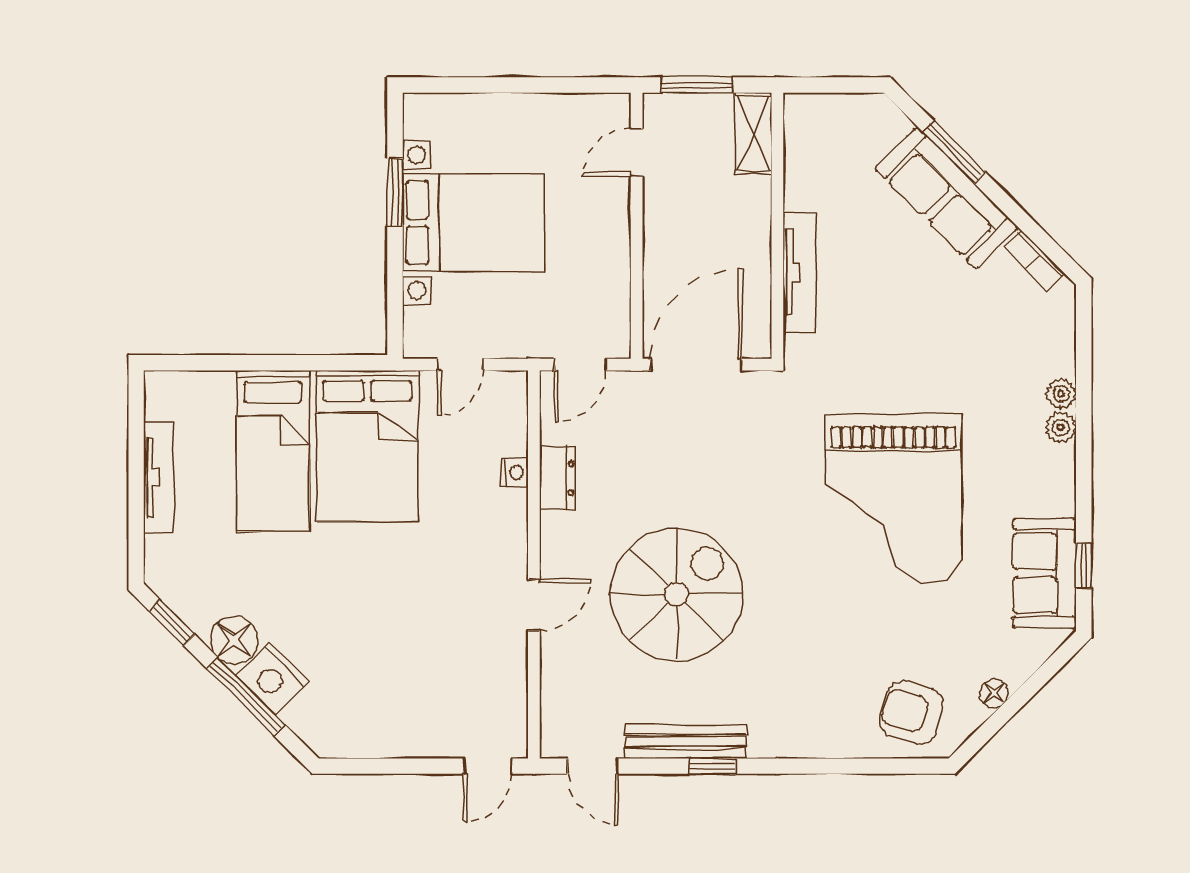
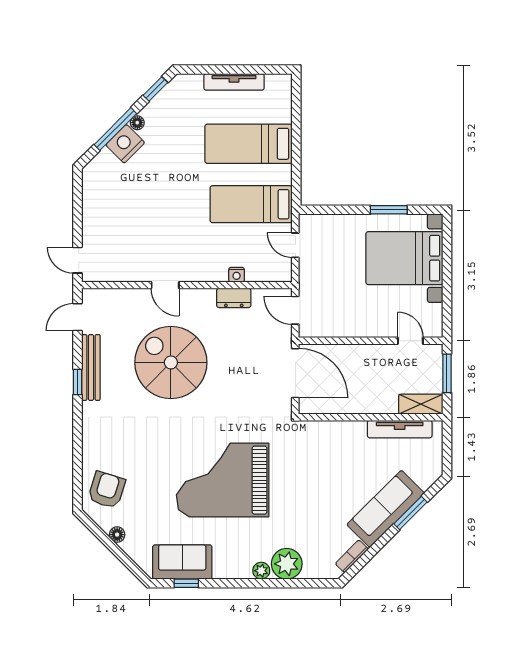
bed with nightstands: (473, 223) -> (404, 258), moved, turned 90
tv unit: (799, 272) -> (400, 429), moved
plant: (1061, 394) -> (287, 564), width x1.88, depth x1.88
bed: (367, 446) -> (251, 204), width x0.67
spiral stairs: (676, 594) -> (171, 362), turned 180
floor lamp: (234, 640) -> (137, 123), width x0.53, depth x0.53

